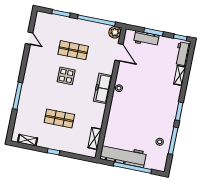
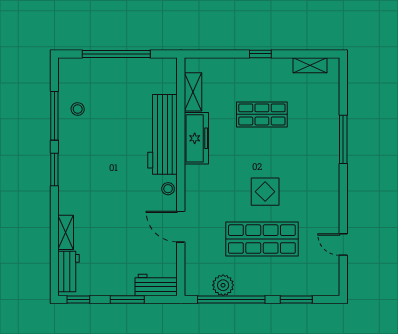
plant: (115, 32) -> (223, 285), moved
workbench: (146, 39) -> (156, 285), moved
shop shelf: (73, 50) -> (262, 239), width x1.43, depth x1.36
door: (119, 52) -> (181, 227), moved
freezer: (103, 88) -> (196, 138), moved
workbench: (123, 155) -> (163, 134), moved, turned 90

